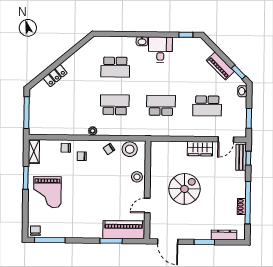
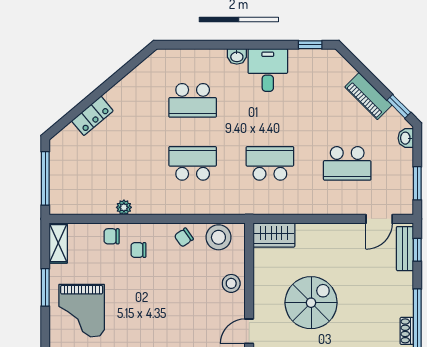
plant: (93, 131) -> (124, 207), moved
wardrobe: (200, 149) -> (274, 235), moved

